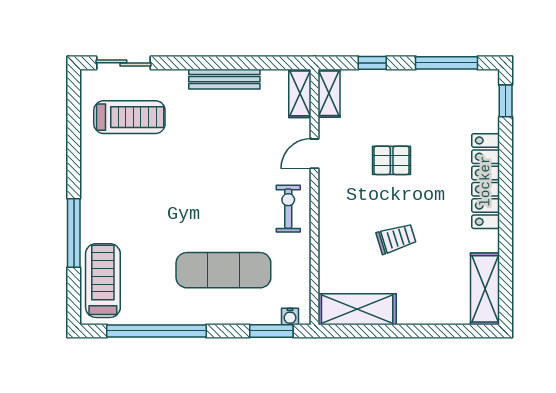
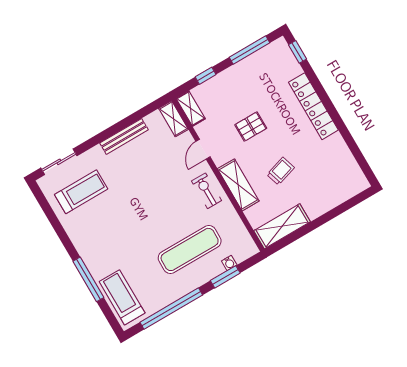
shelving: (485, 289) -> (238, 185), moved
water cooler: (290, 316) -> (229, 263), moved
window: (271, 331) -> (225, 277), moved

